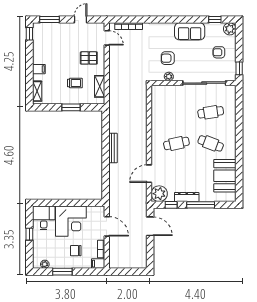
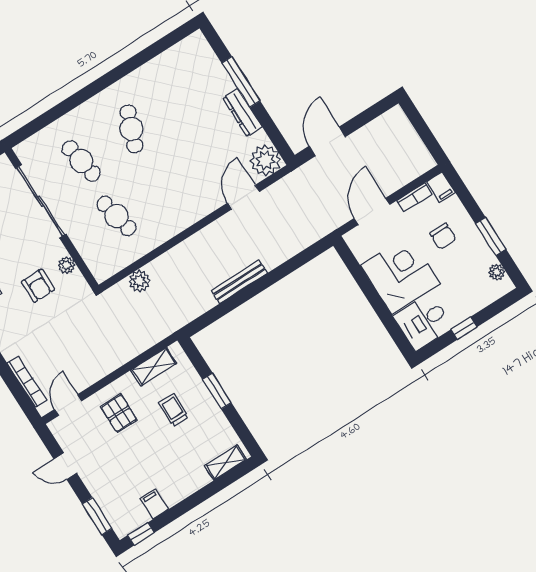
filing cabinet: (39, 69) -> (154, 504), moved
plant: (141, 104) -> (139, 281), added
cafe table: (176, 143) -> (116, 216), moved
door: (149, 174) -> (243, 197), swing flipped
booth: (225, 176) -> (169, 73), removed
window: (171, 205) -> (271, 130), removed

